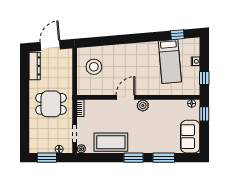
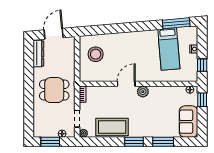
window: (177, 35) -> (176, 23), width x2.17

